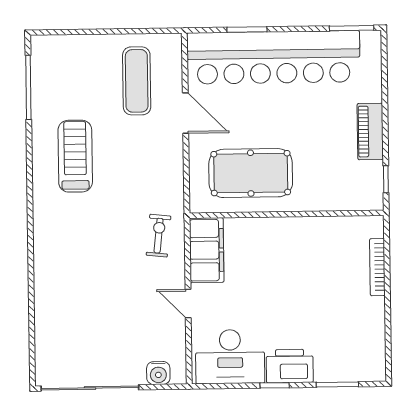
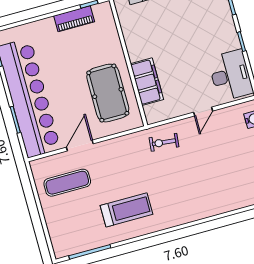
piano: (370, 131) -> (74, 19), moved
treadmill: (75, 156) -> (126, 210), turned 180
filing cabinet: (207, 250) -> (147, 82), moved, turned 90
printer: (290, 366) -> (227, 35), removed

